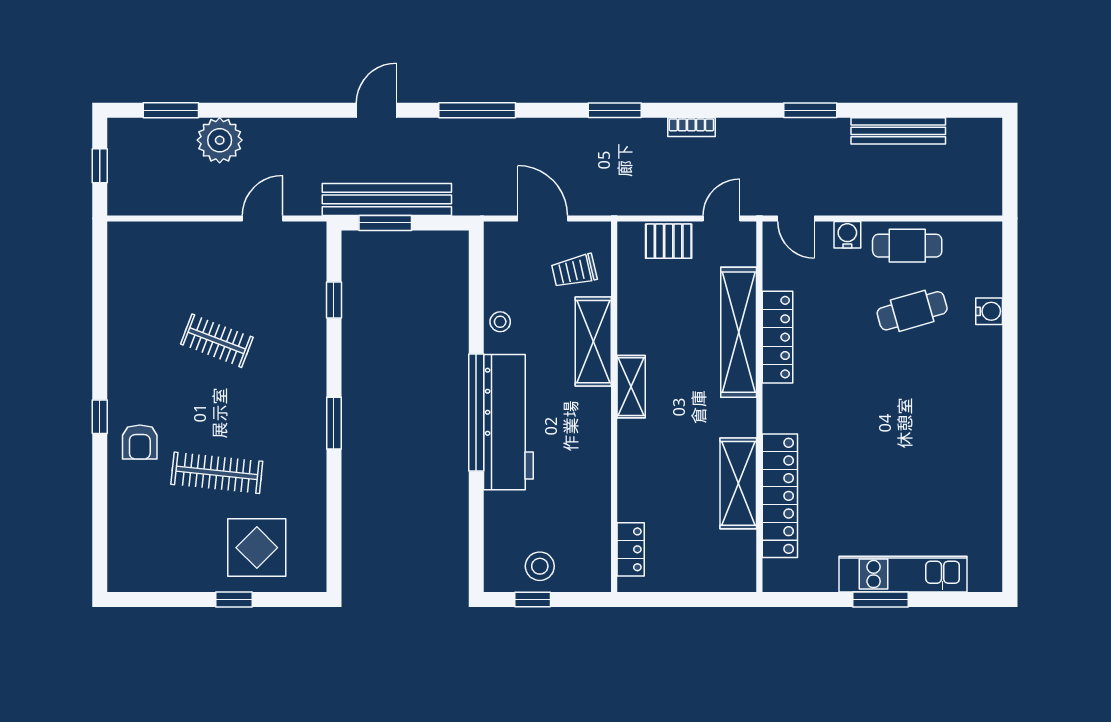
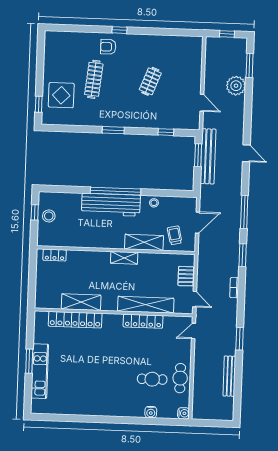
window: (477, 110) -> (244, 212), moved
water cooler: (847, 235) -> (183, 413), moved
cafe table: (912, 311) -> (152, 379), turned -74
window: (234, 599) -> (39, 104), moved

